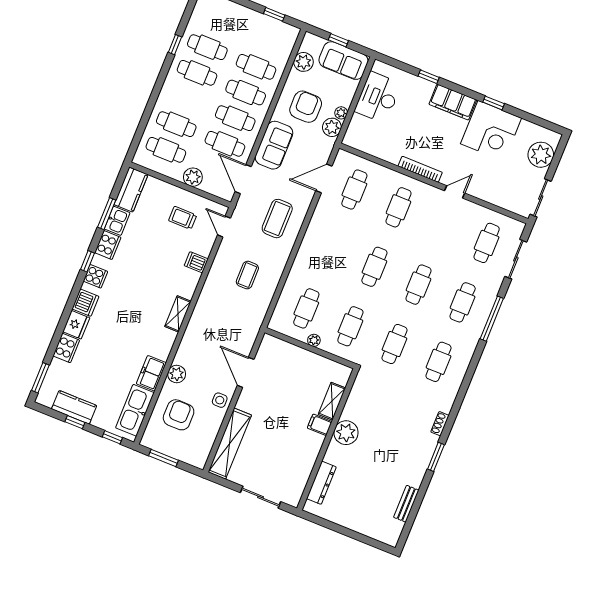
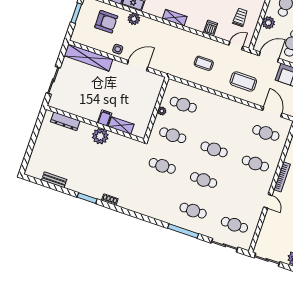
cafe table: (439, 362) -> (152, 196), removed

